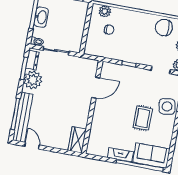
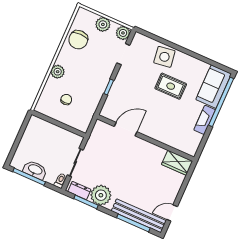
plant: (105, 11) -> (58, 72), moved
door: (96, 88) -> (126, 129), hinge flipped

